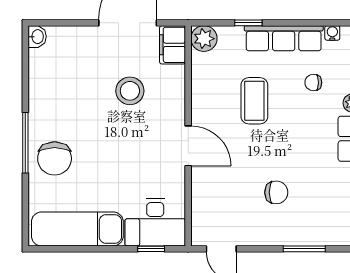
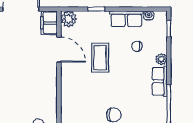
row of seats: (284, 38) -> (126, 19), width x0.68
stool: (130, 91) -> (22, 52), removed
door: (188, 146) -> (59, 50), moved

